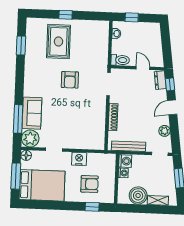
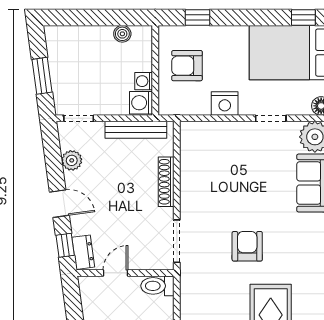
door: (143, 68) -> (115, 273), swing flipped
door: (172, 107) -> (59, 204), hinge flipped
armchair: (89, 184) -> (187, 66), moved
boiler: (138, 196) -> (122, 34), width x0.54, depth x0.54
shelving: (158, 200) -> (79, 34), removed
window: (34, 204) -> (303, 17), added

